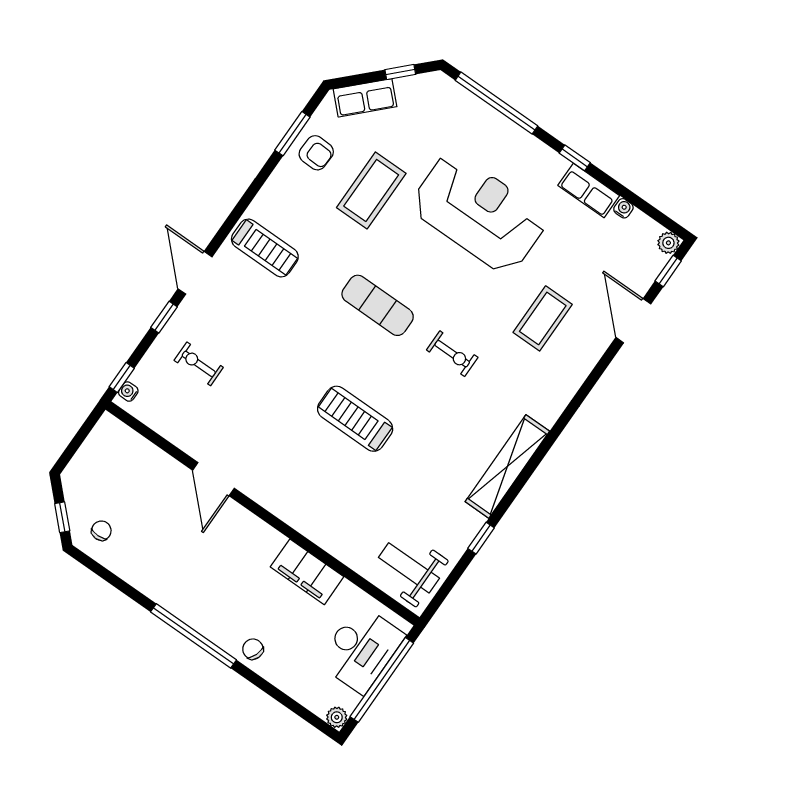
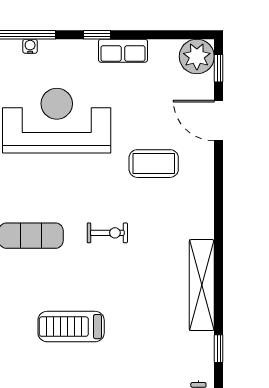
water cooler: (623, 208) -> (30, 46), moved
plant: (668, 243) -> (197, 56), width x1.87, depth x1.87
coffee table: (543, 318) -> (154, 164), turned 90

